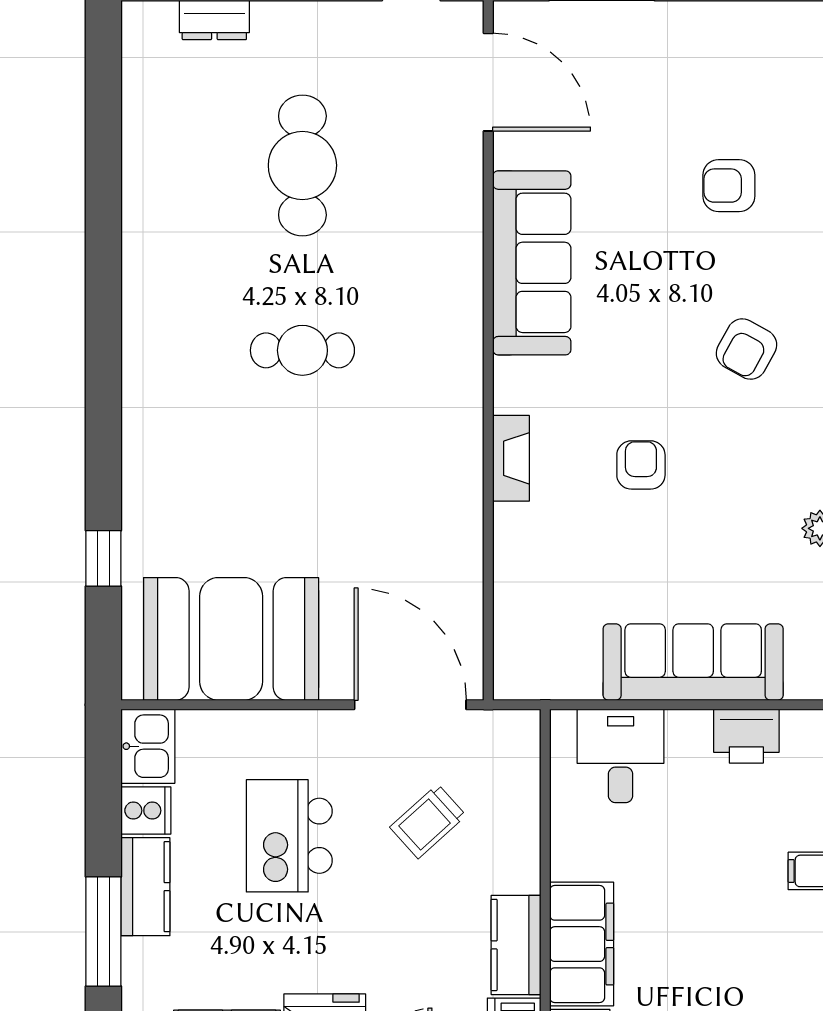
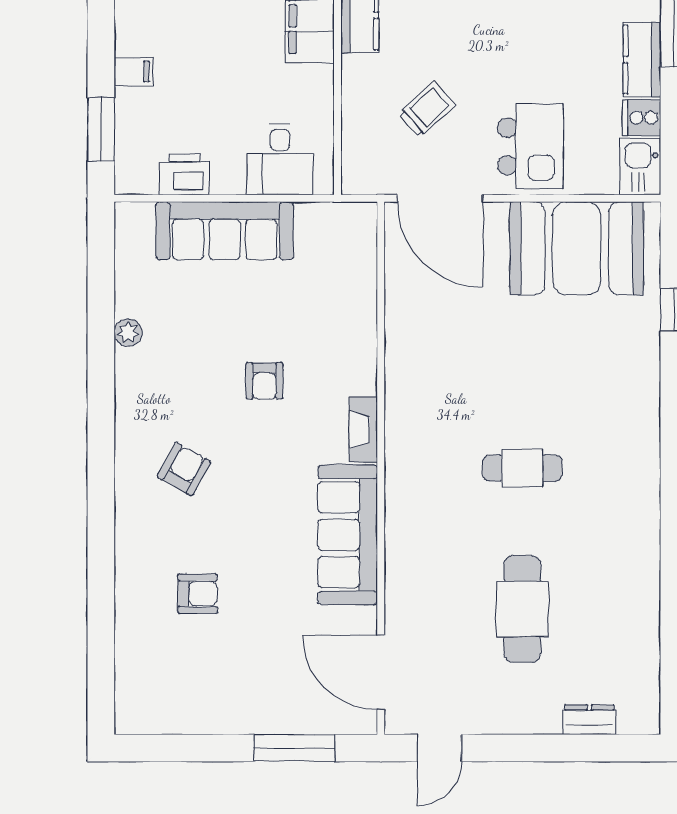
fireplace: (511, 458) -> (363, 429), moved
kitchen island: (289, 836) -> (530, 146), moved

